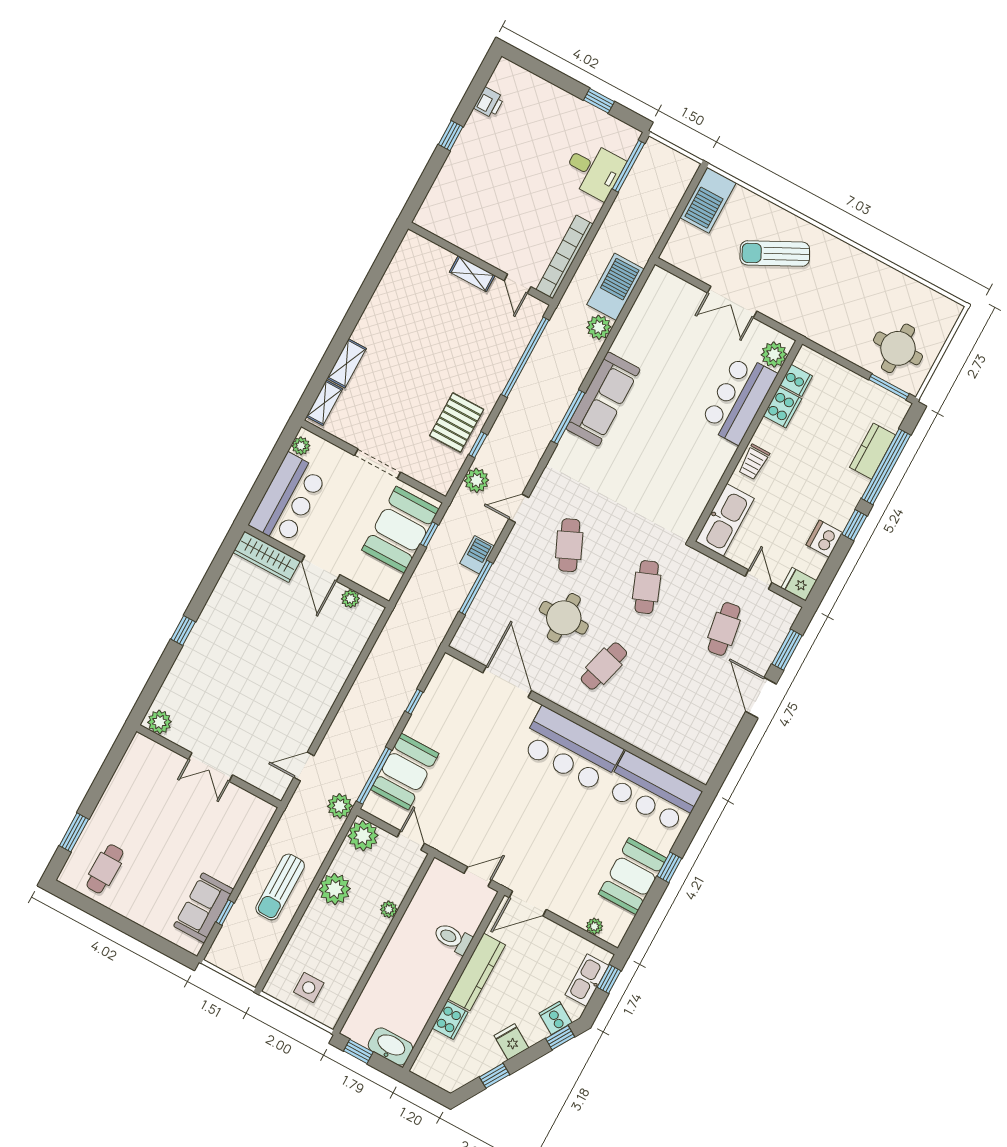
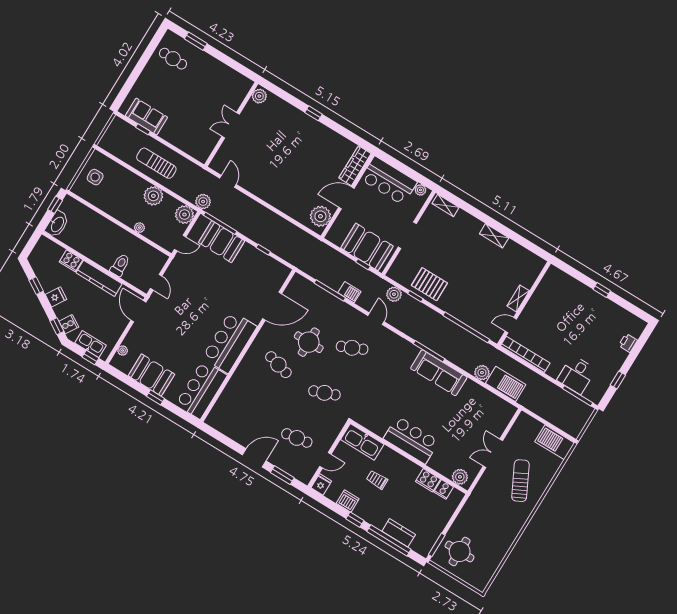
printer: (489, 103) -> (628, 343), moved, turned 90
shelving: (347, 363) -> (494, 236), moved
bar counter: (739, 399) -> (411, 440), moved
trolley: (754, 462) -> (377, 480), moved
plant: (350, 599) -> (320, 216), width x1.88, depth x1.88

